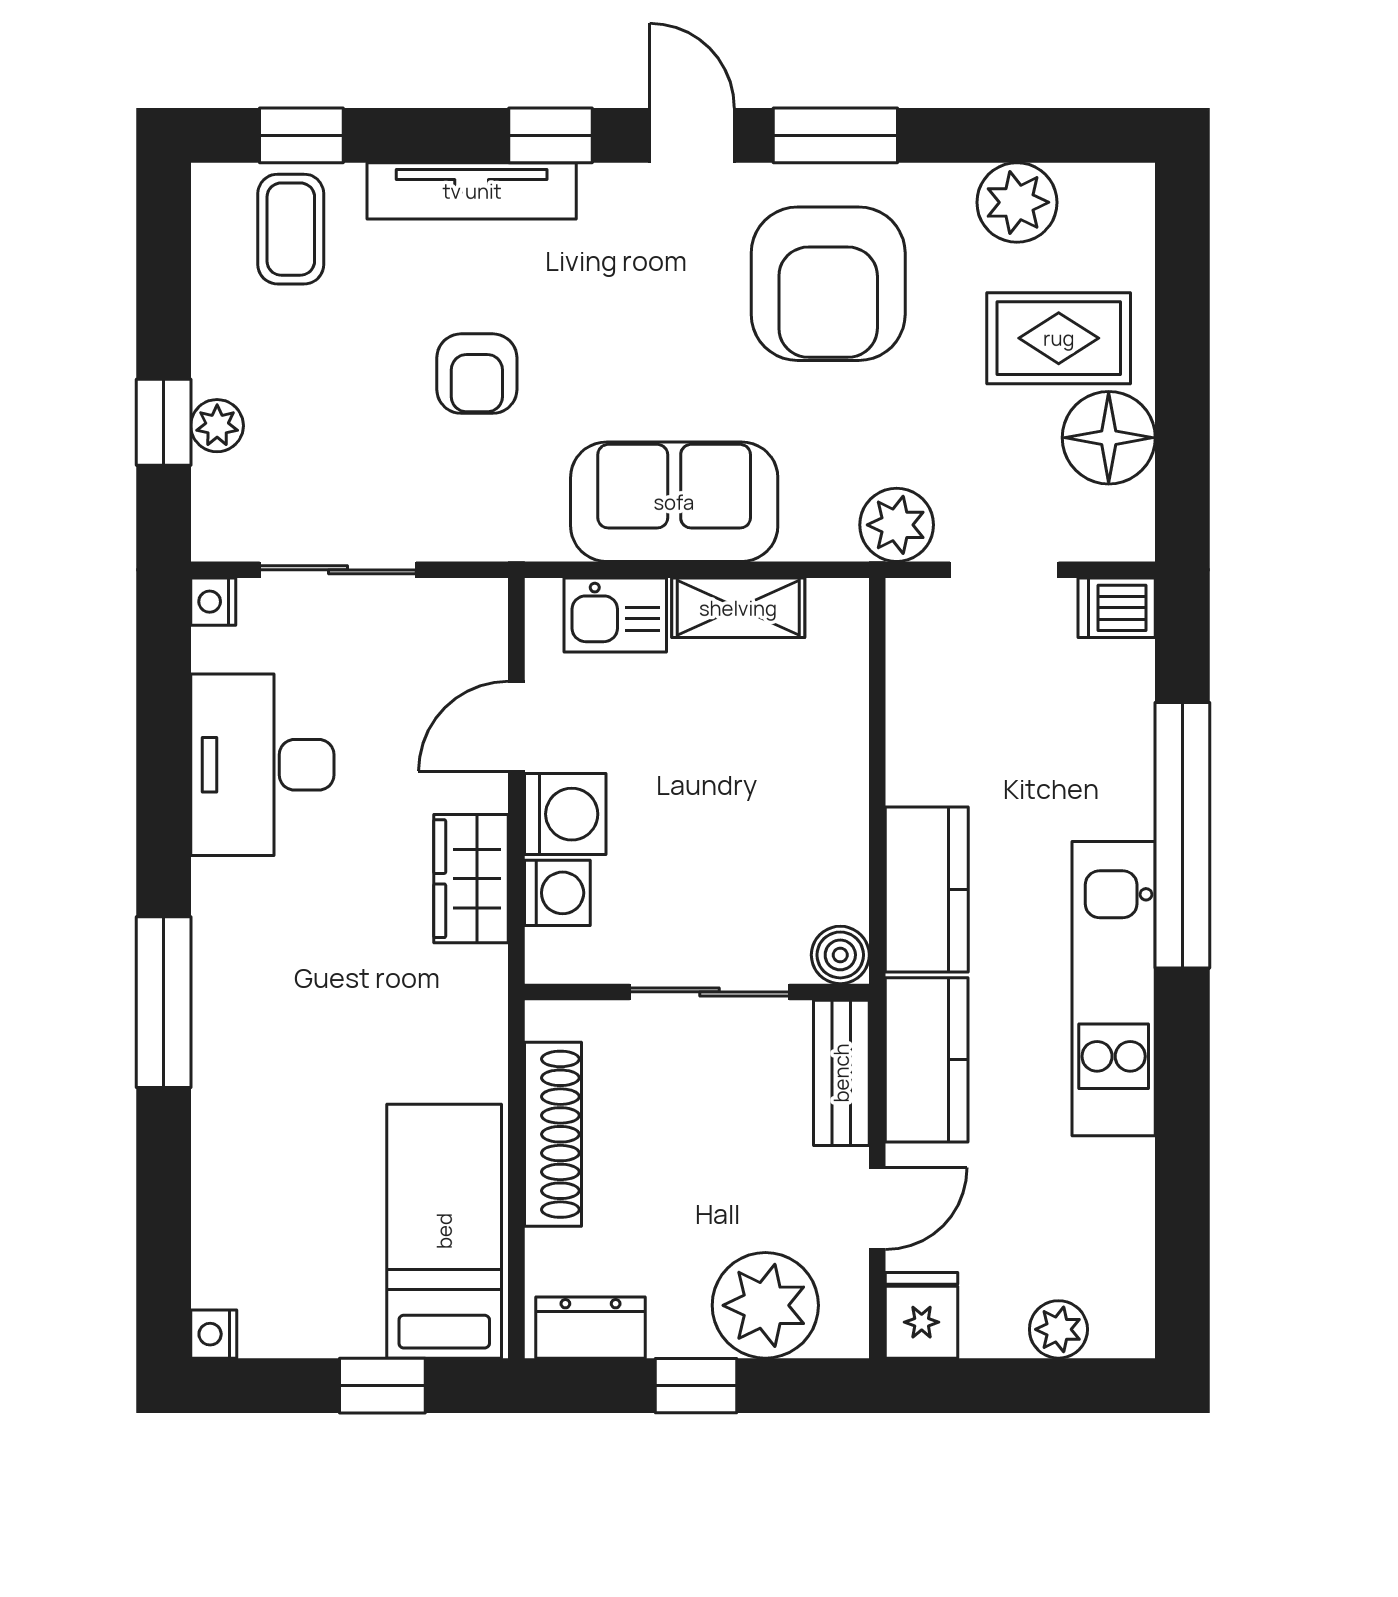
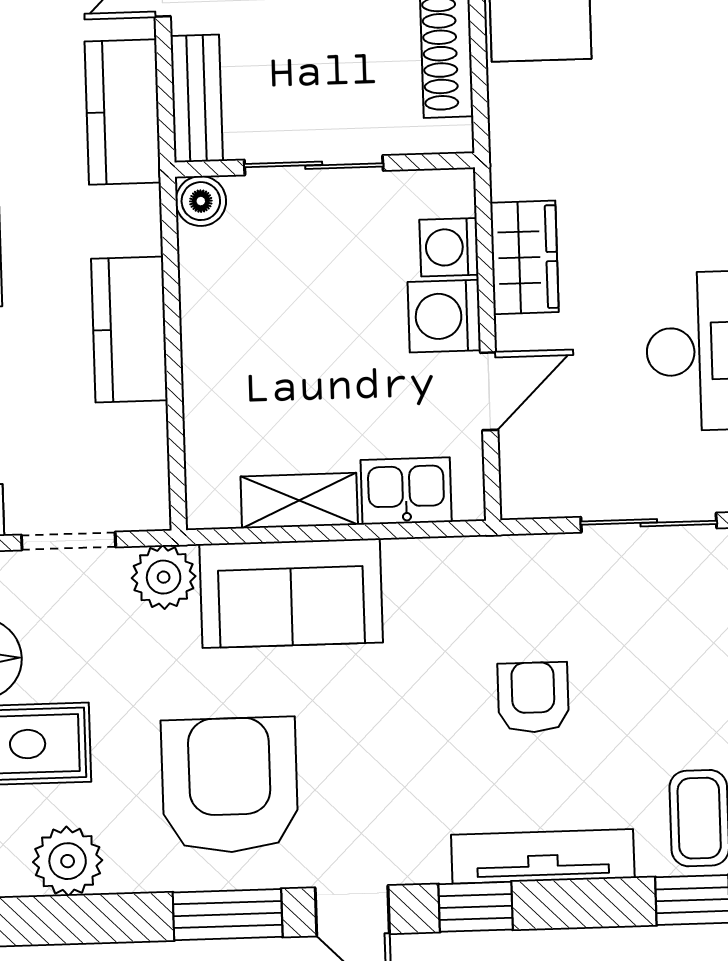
sofa: (674, 502) -> (291, 593), moved
kitchen counter: (927, 889) -> (129, 329), moved

